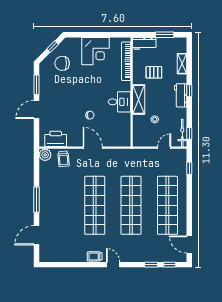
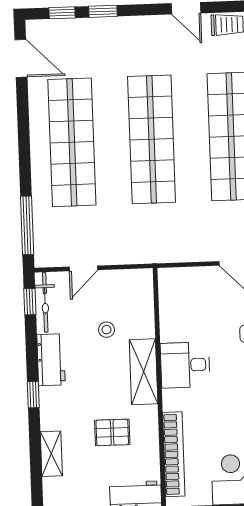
workbench: (181, 95) -> (51, 360), moved
window: (189, 168) -> (27, 225), width x2.17

